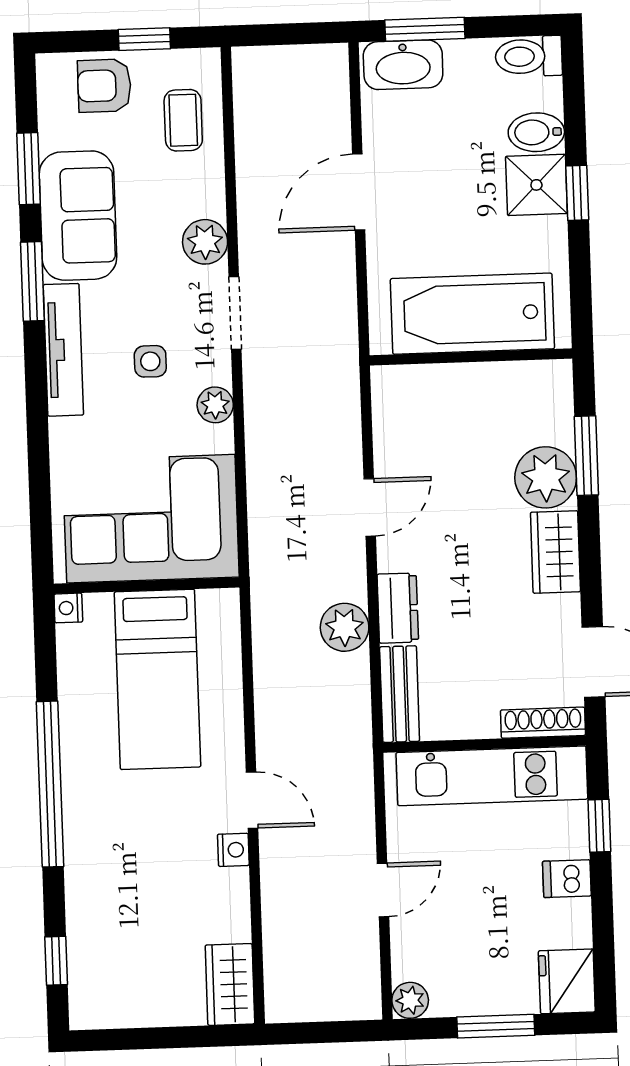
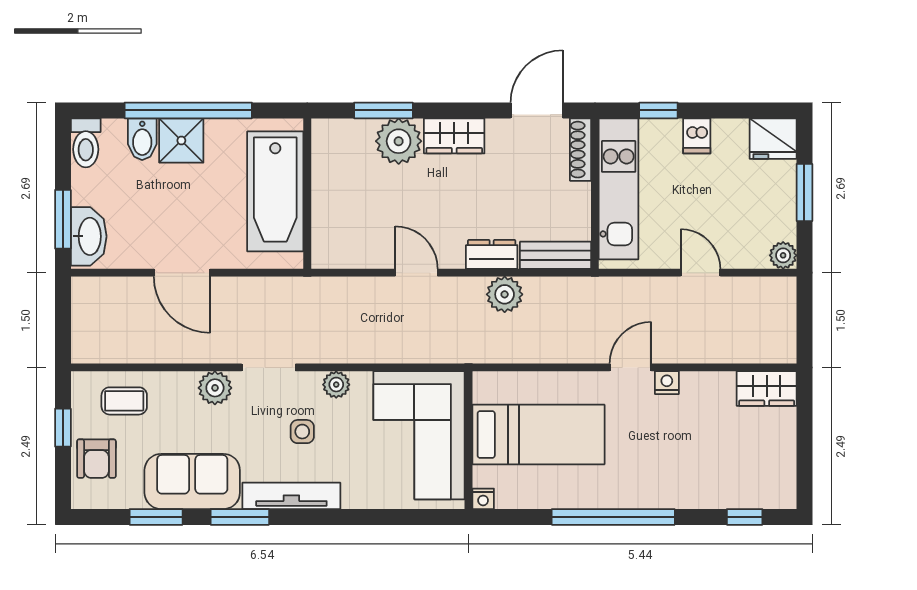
window: (577, 193) -> (188, 110), width x3.17

